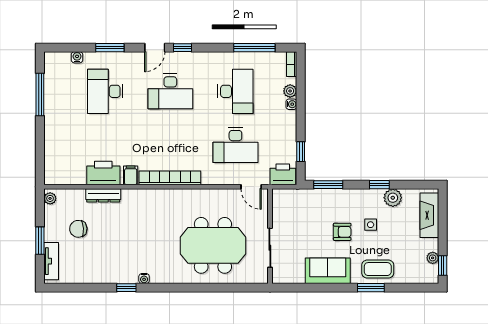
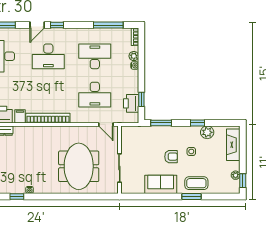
desk: (235, 91) -> (95, 56), turned -90
printer: (283, 174) -> (131, 103), moved, turned -90
meeting table: (213, 245) -> (79, 166), turned 90

